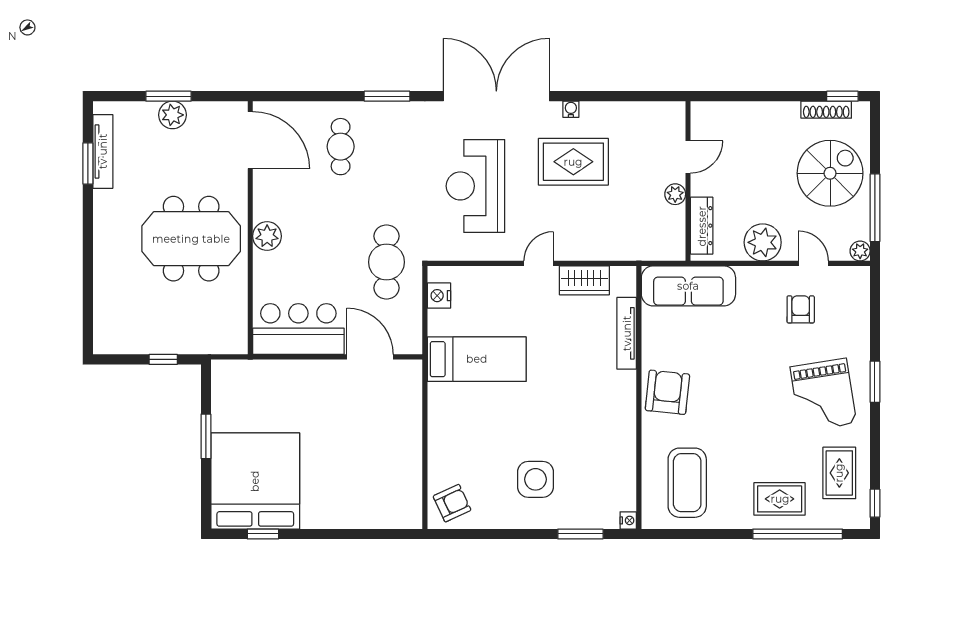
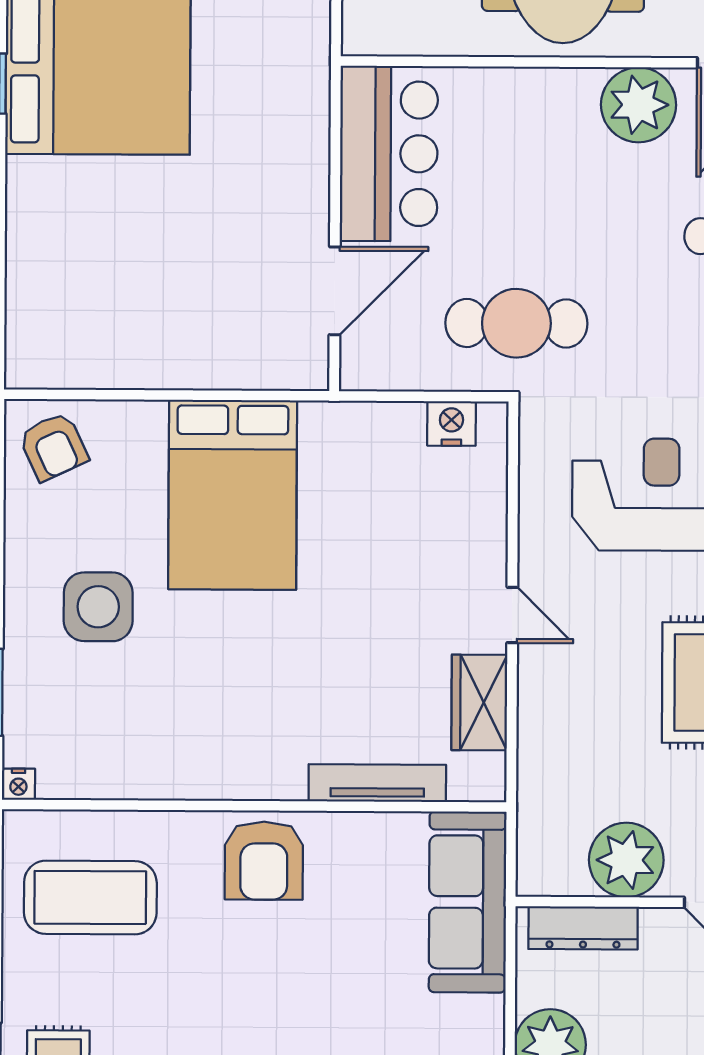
plant: (675, 194) -> (626, 860), width x1.87, depth x1.87
plant: (267, 236) -> (639, 105), moved, width x1.36, depth x1.36
bed: (477, 359) -> (233, 495), moved, width x1.50
armchair: (667, 392) -> (264, 861), turned 84

